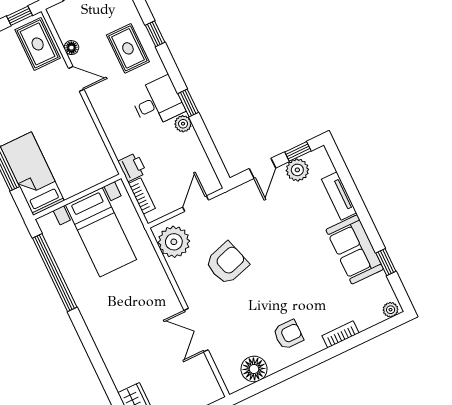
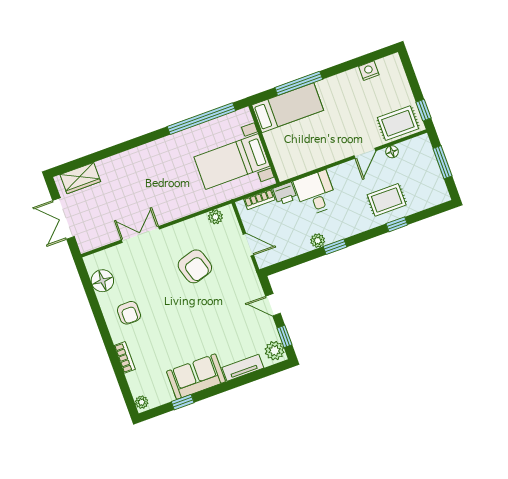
desk: (157, 102) -> (316, 193), moved, turned 180
plant: (297, 170) -> (275, 351), moved
plant: (174, 242) -> (215, 217), width x0.53, depth x0.53

